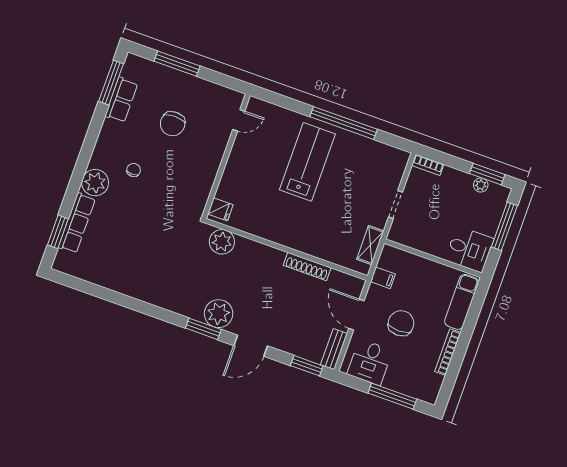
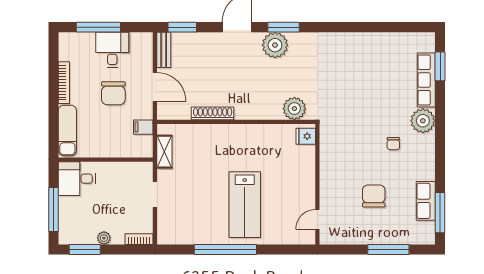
plant: (481, 185) -> (104, 238), moved
desk: (370, 362) -> (112, 50), moved

